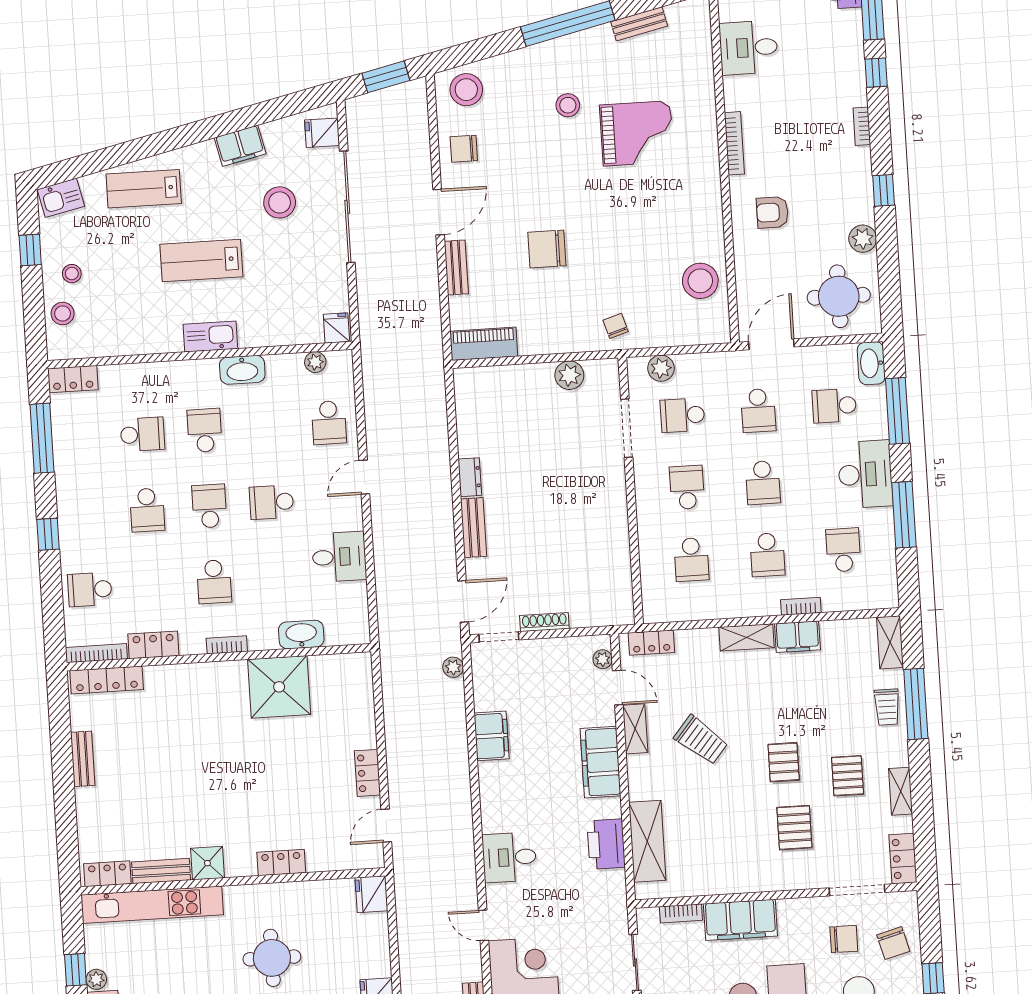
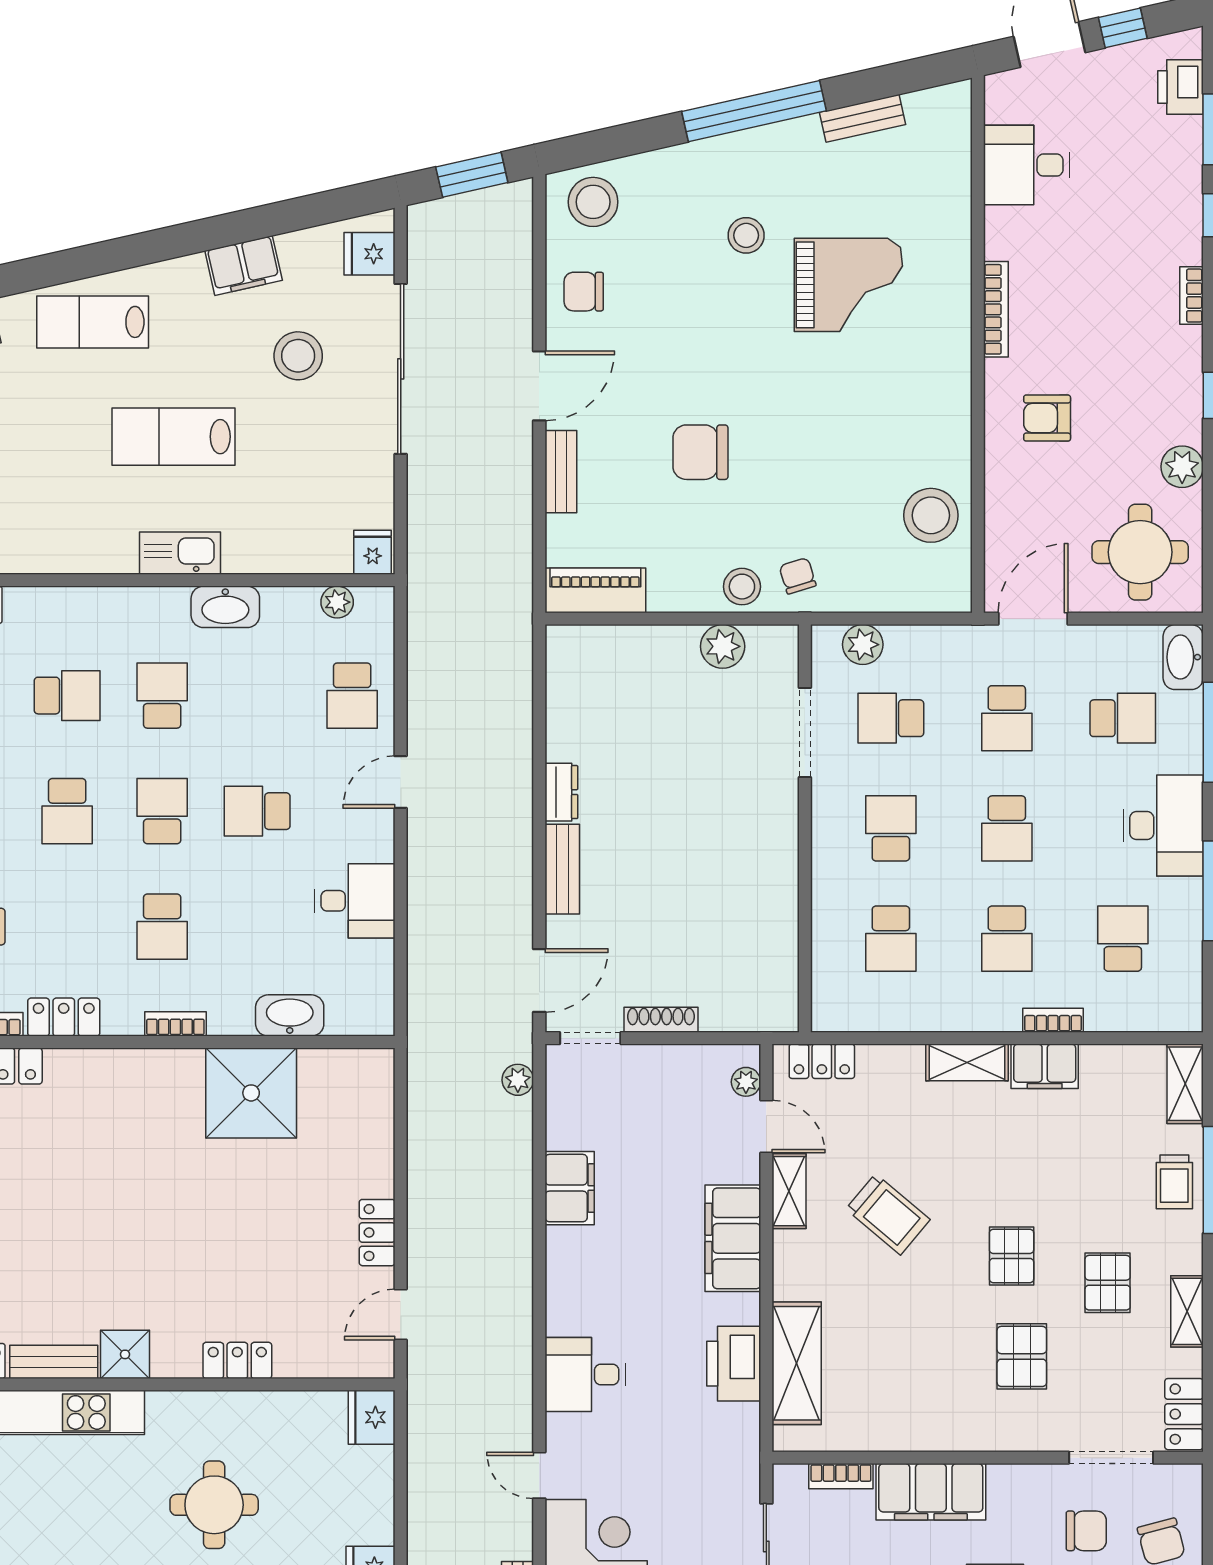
stool: (580, 335) -> (742, 587), added
school desk: (834, 406) -> (1123, 718), turned 180

